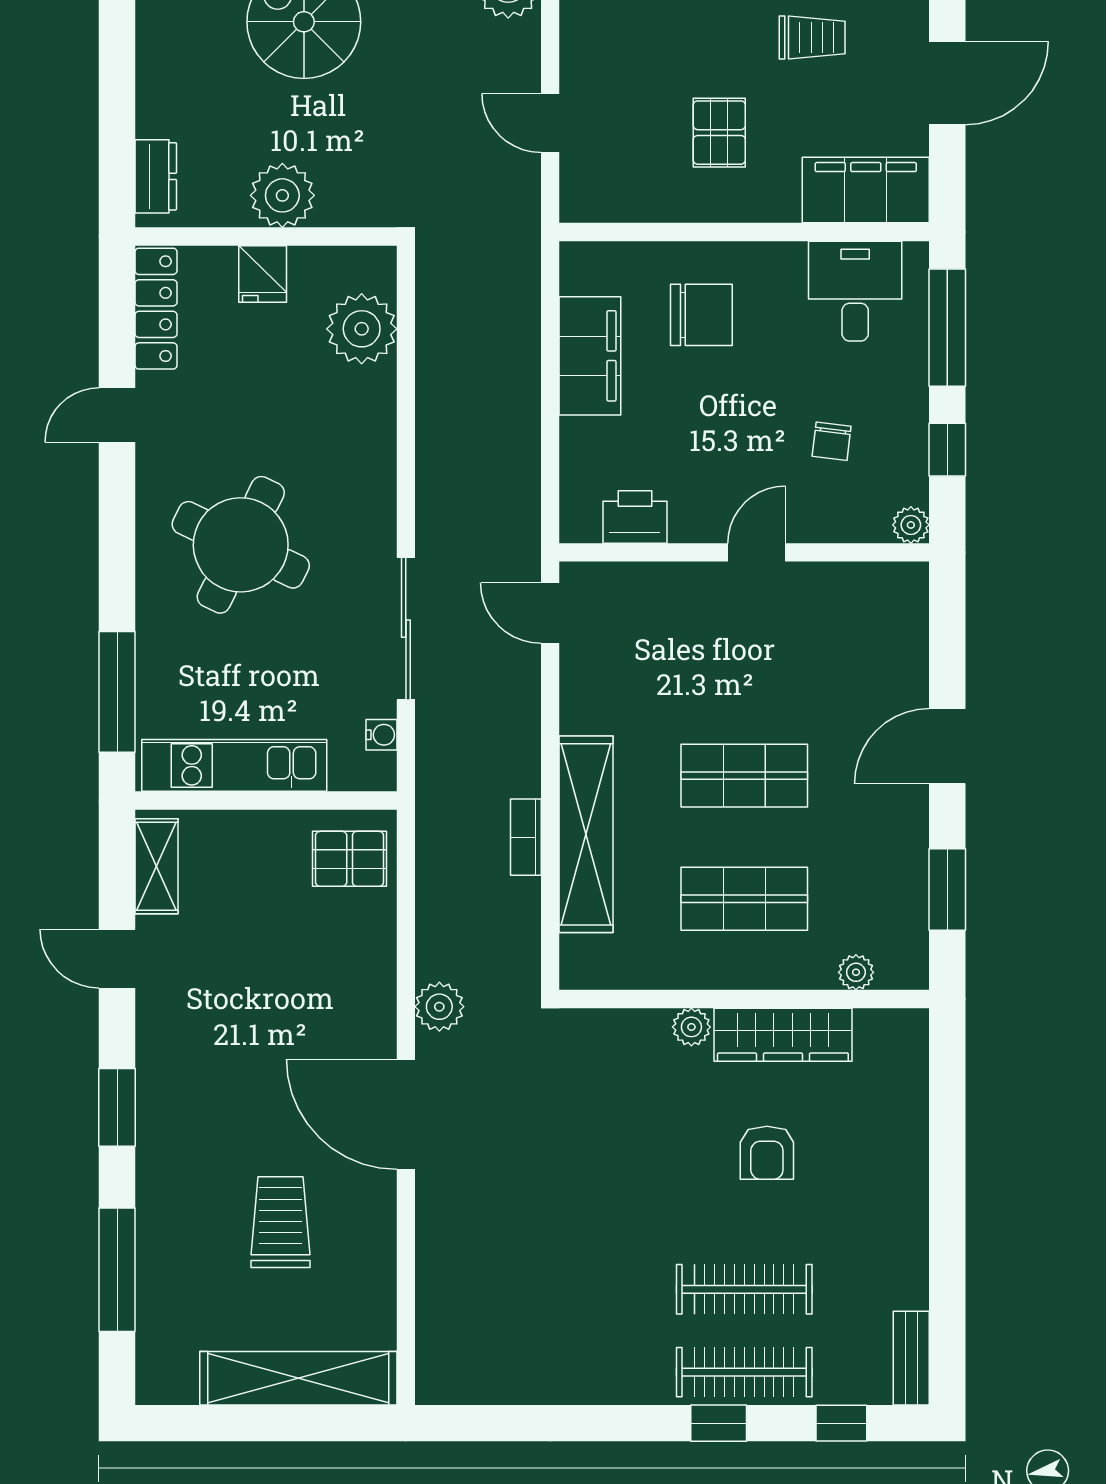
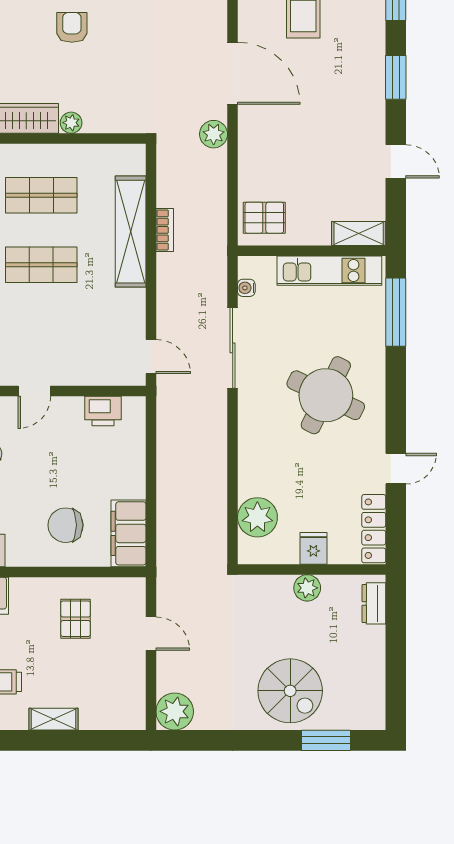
pallet: (719, 133) -> (76, 619), moved
plant: (282, 195) -> (307, 588), width x0.73, depth x0.73
filing cabinet: (590, 356) -> (128, 533), moved
shelving: (157, 866) -> (359, 234), moved, turned 90
armchair: (767, 1153) -> (72, 27), moved

